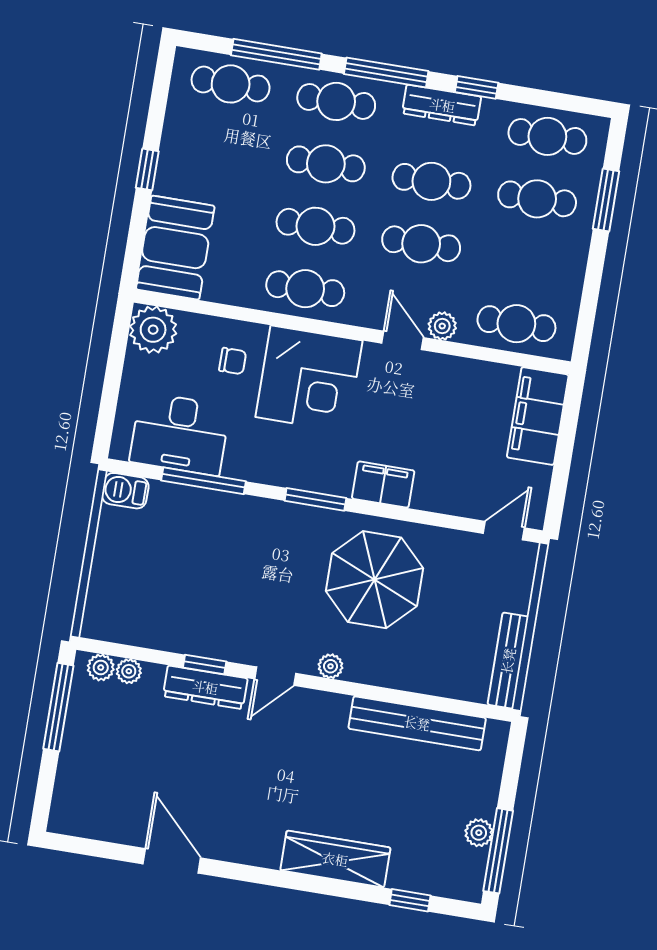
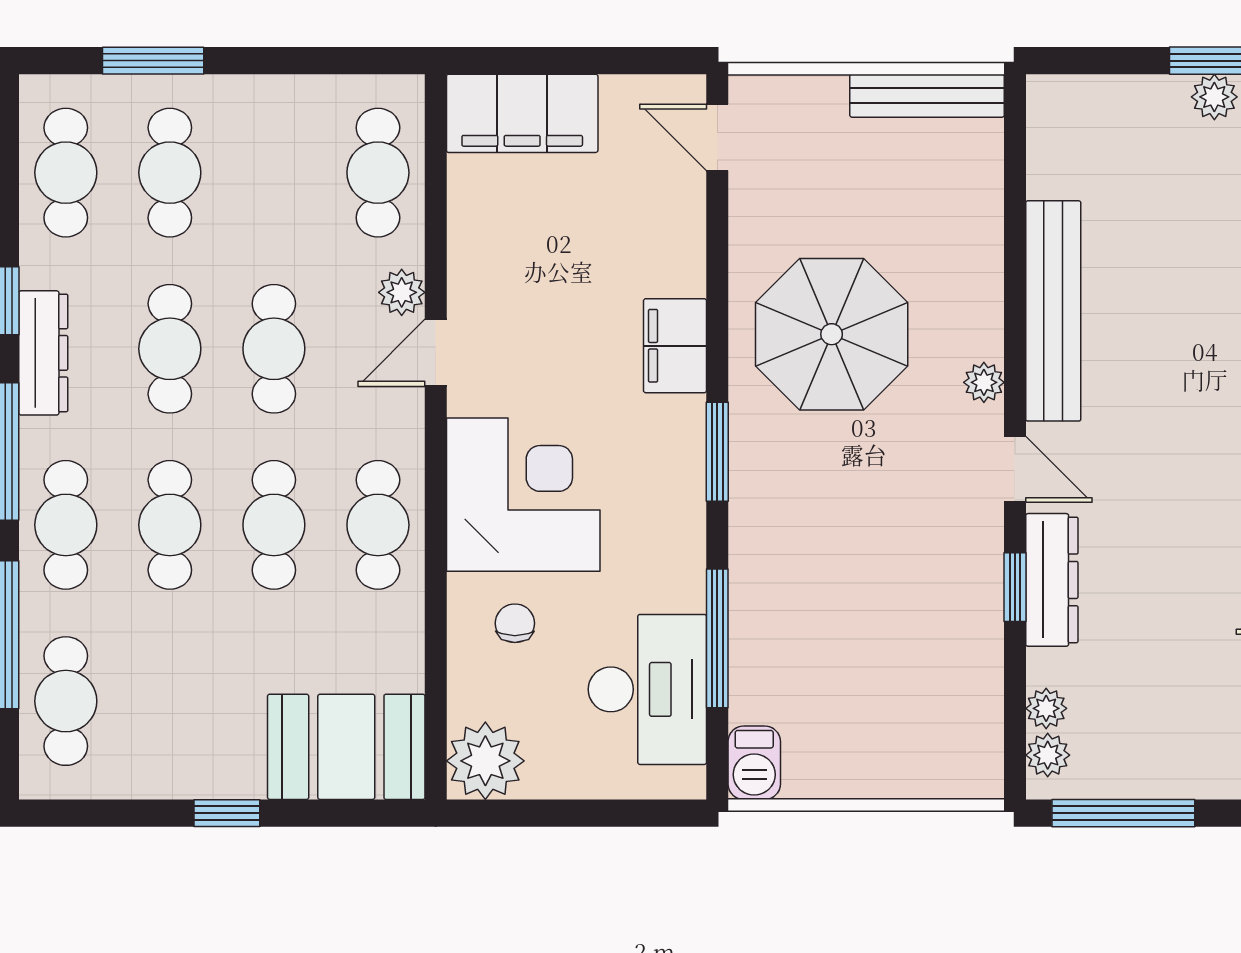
bench: (417, 723) -> (1053, 311), moved

